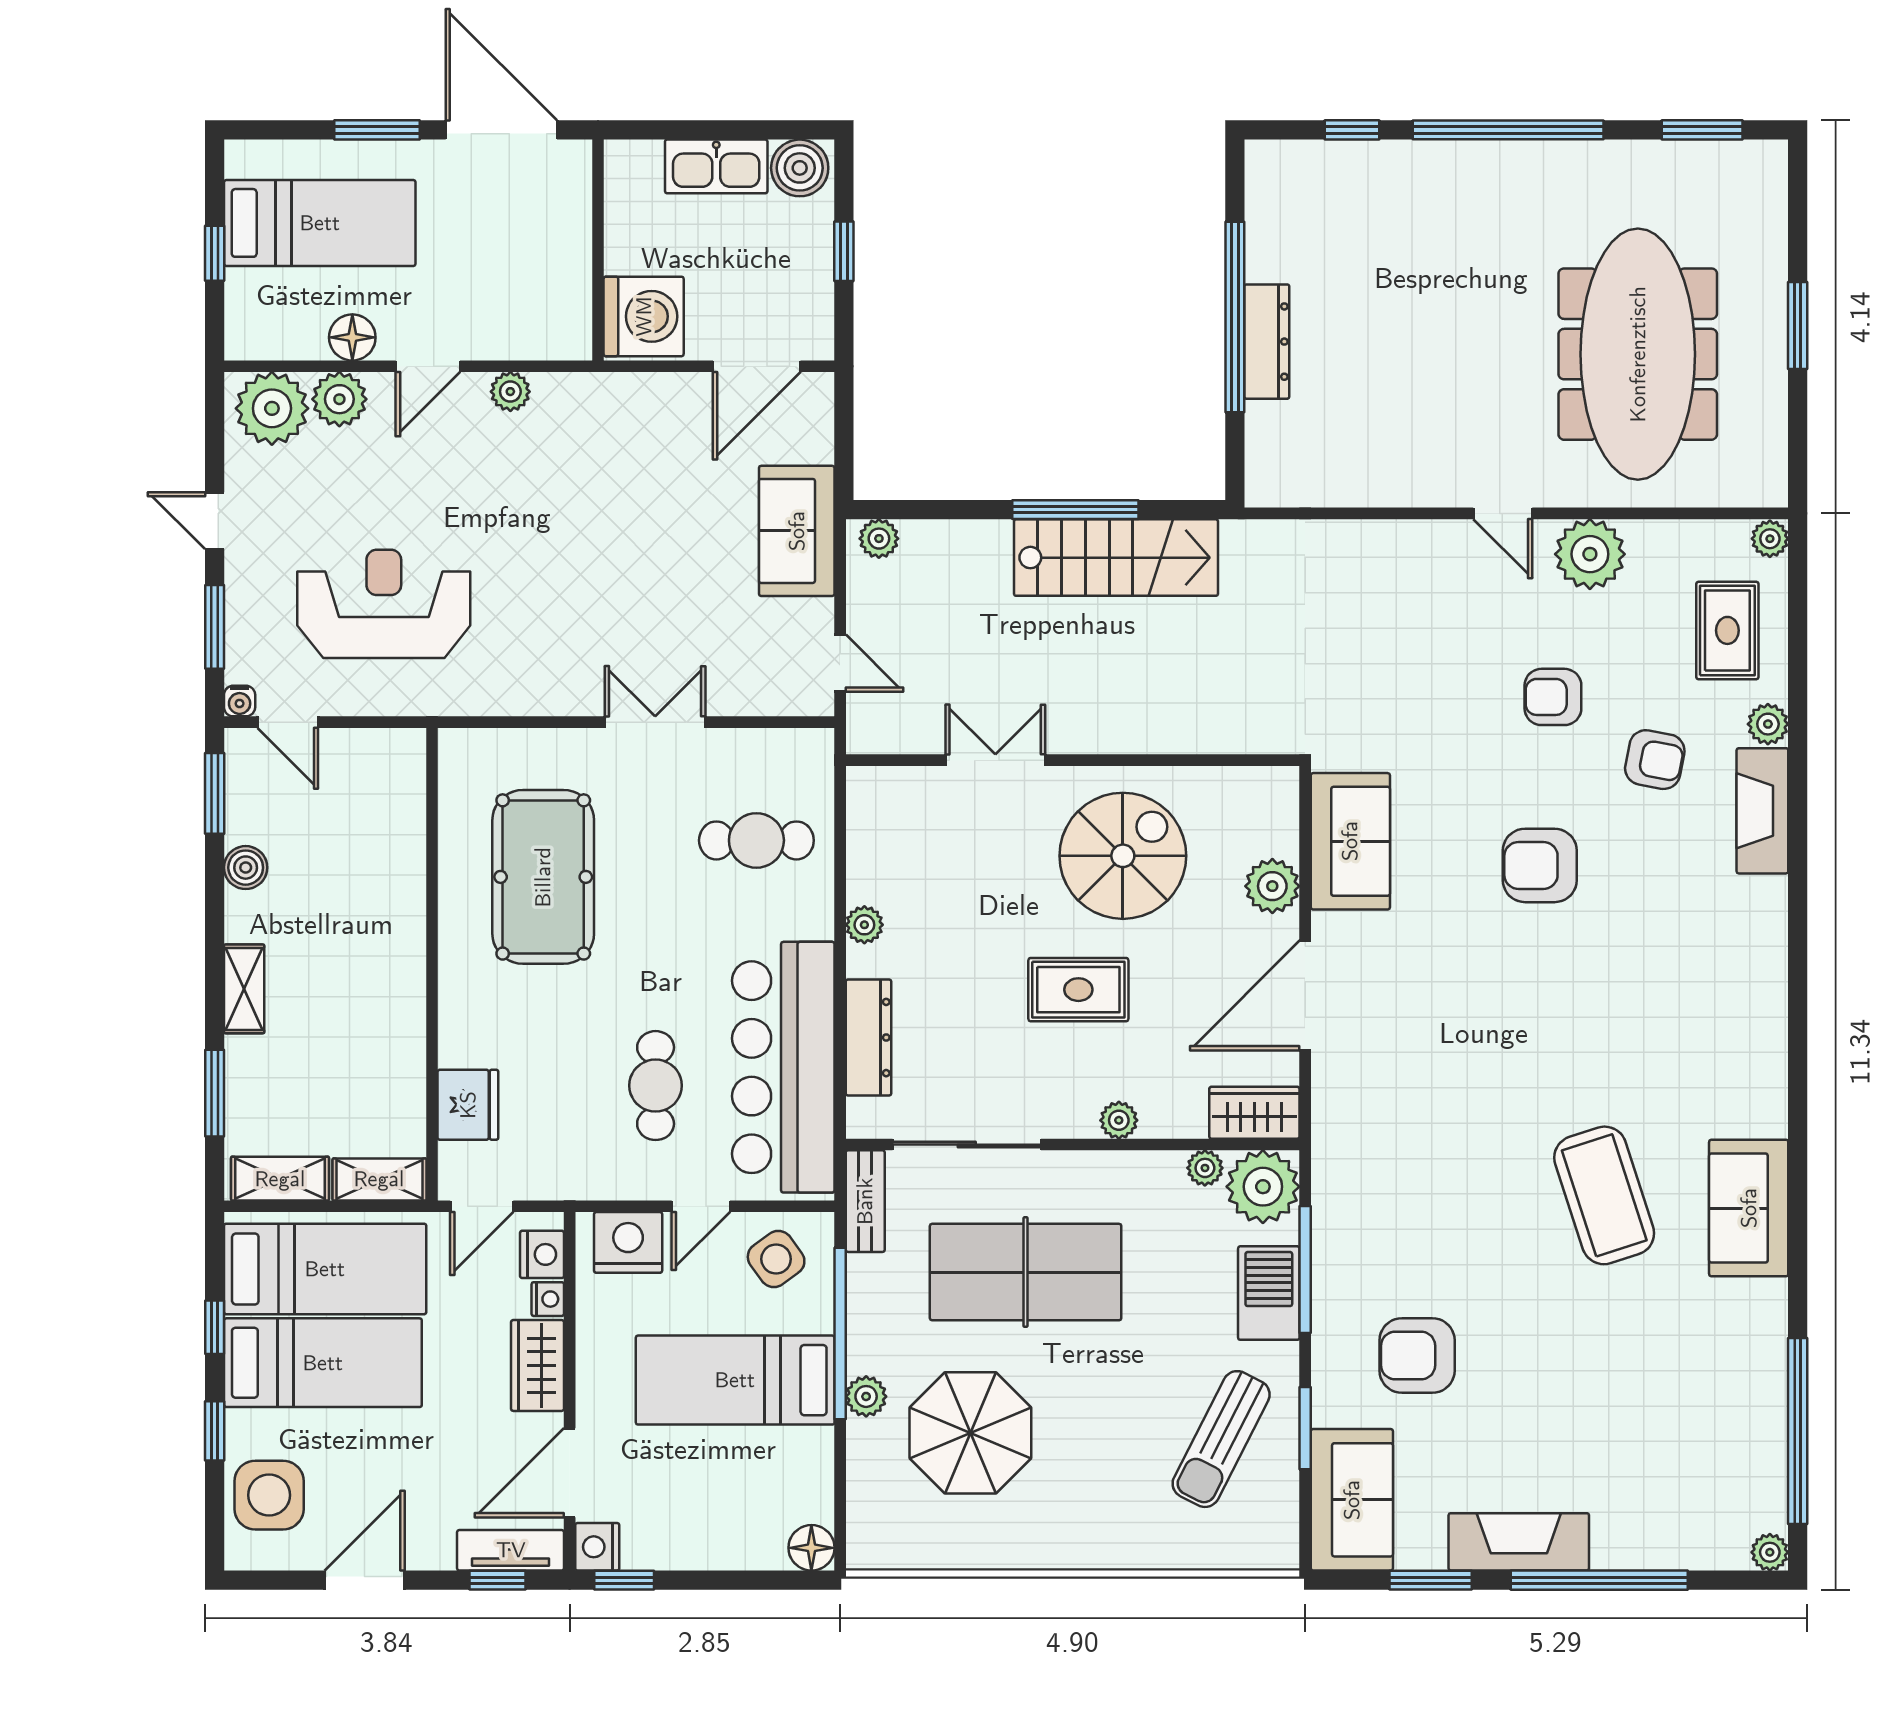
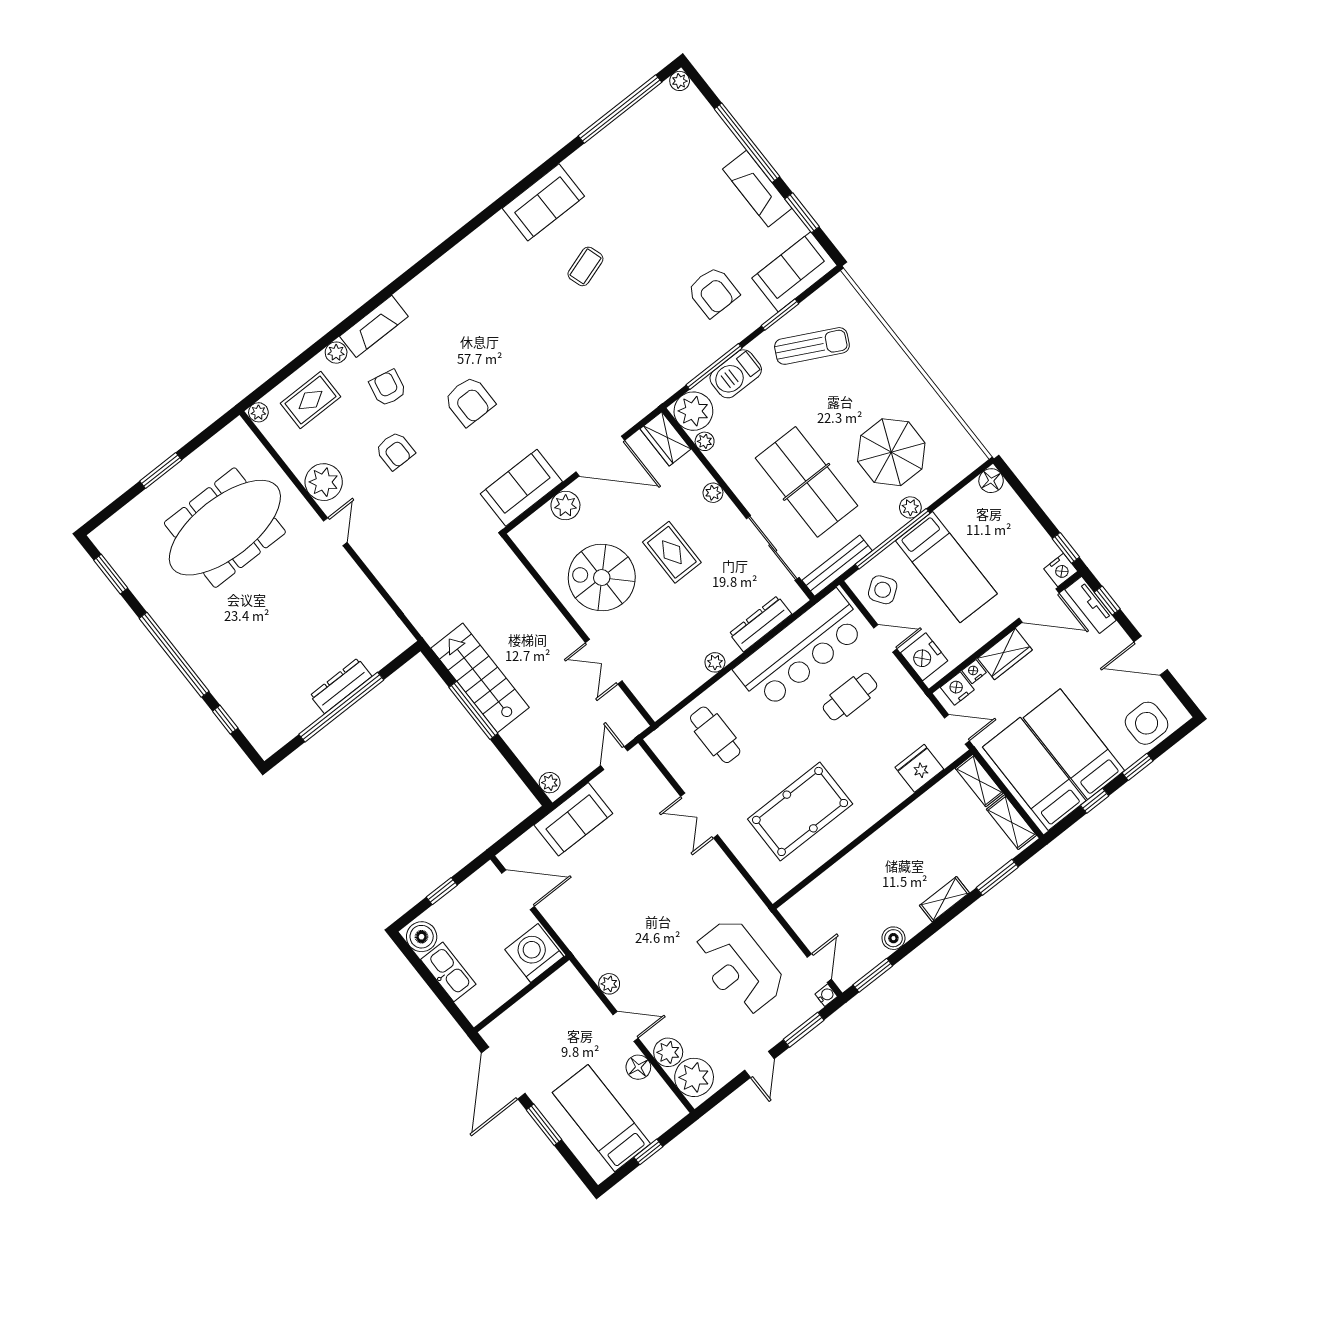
coffee table: (1604, 1195) -> (585, 266), width x0.54, depth x0.58
bench: (865, 1201) -> (837, 566), width x1.36

